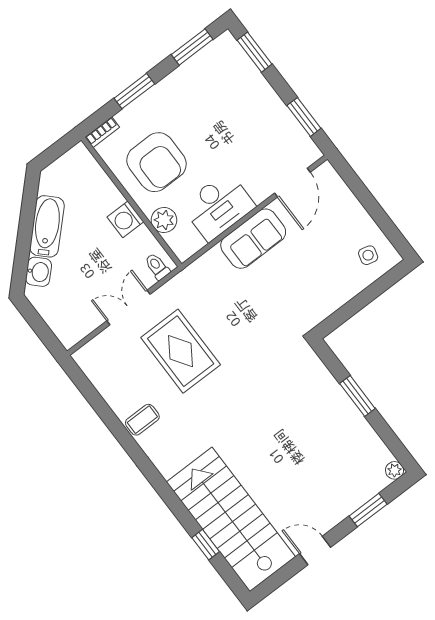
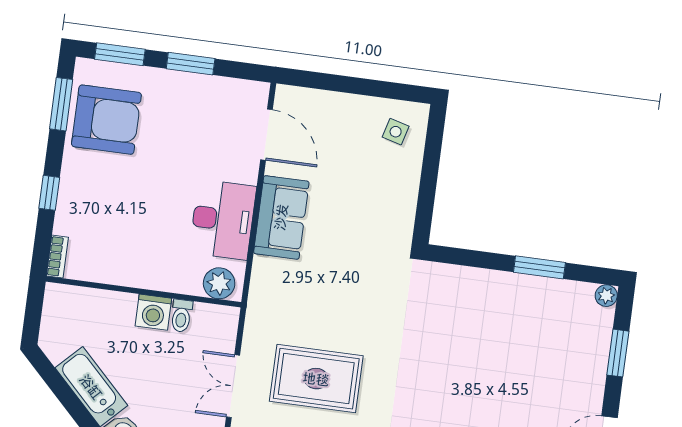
window: (134, 91) -> (49, 193), width x0.67
window: (304, 117) -> (191, 64), moved
armchair: (157, 162) -> (106, 120), moved
plant: (164, 220) -> (219, 283), moved
toilet: (157, 267) -> (181, 316), moved, turned -90
window: (357, 396) -> (539, 267), moved

